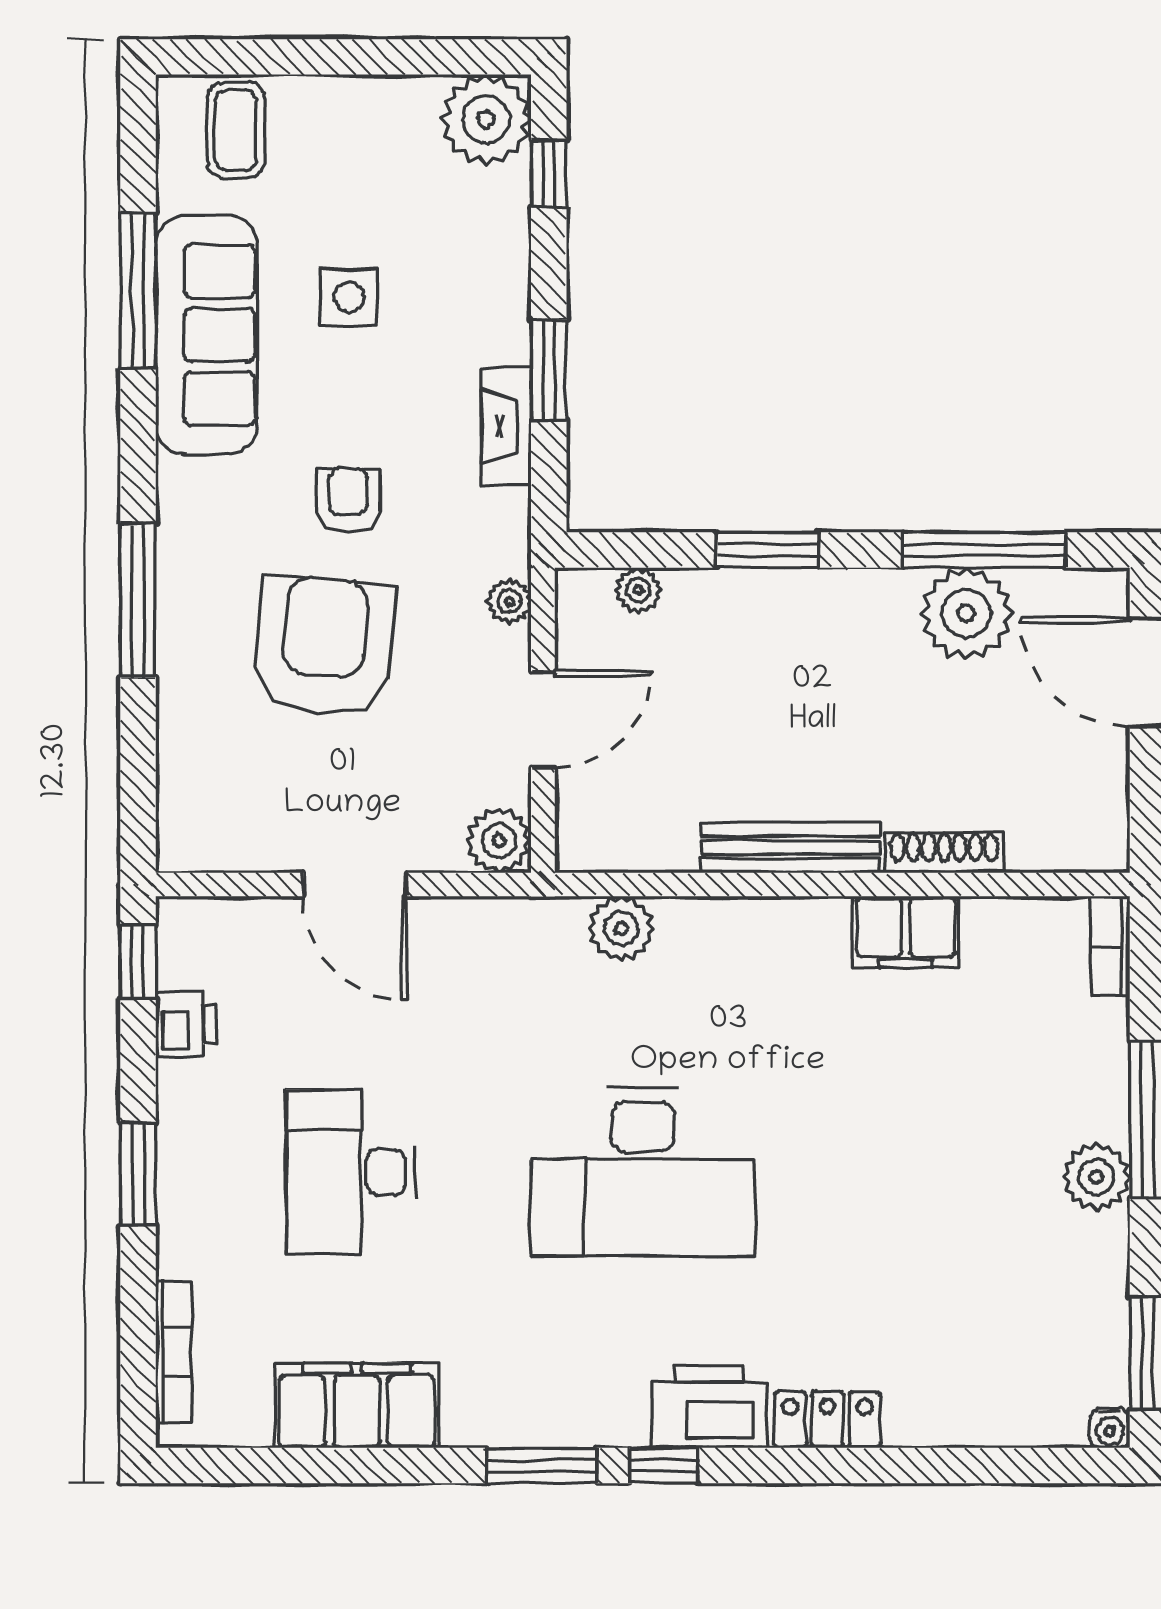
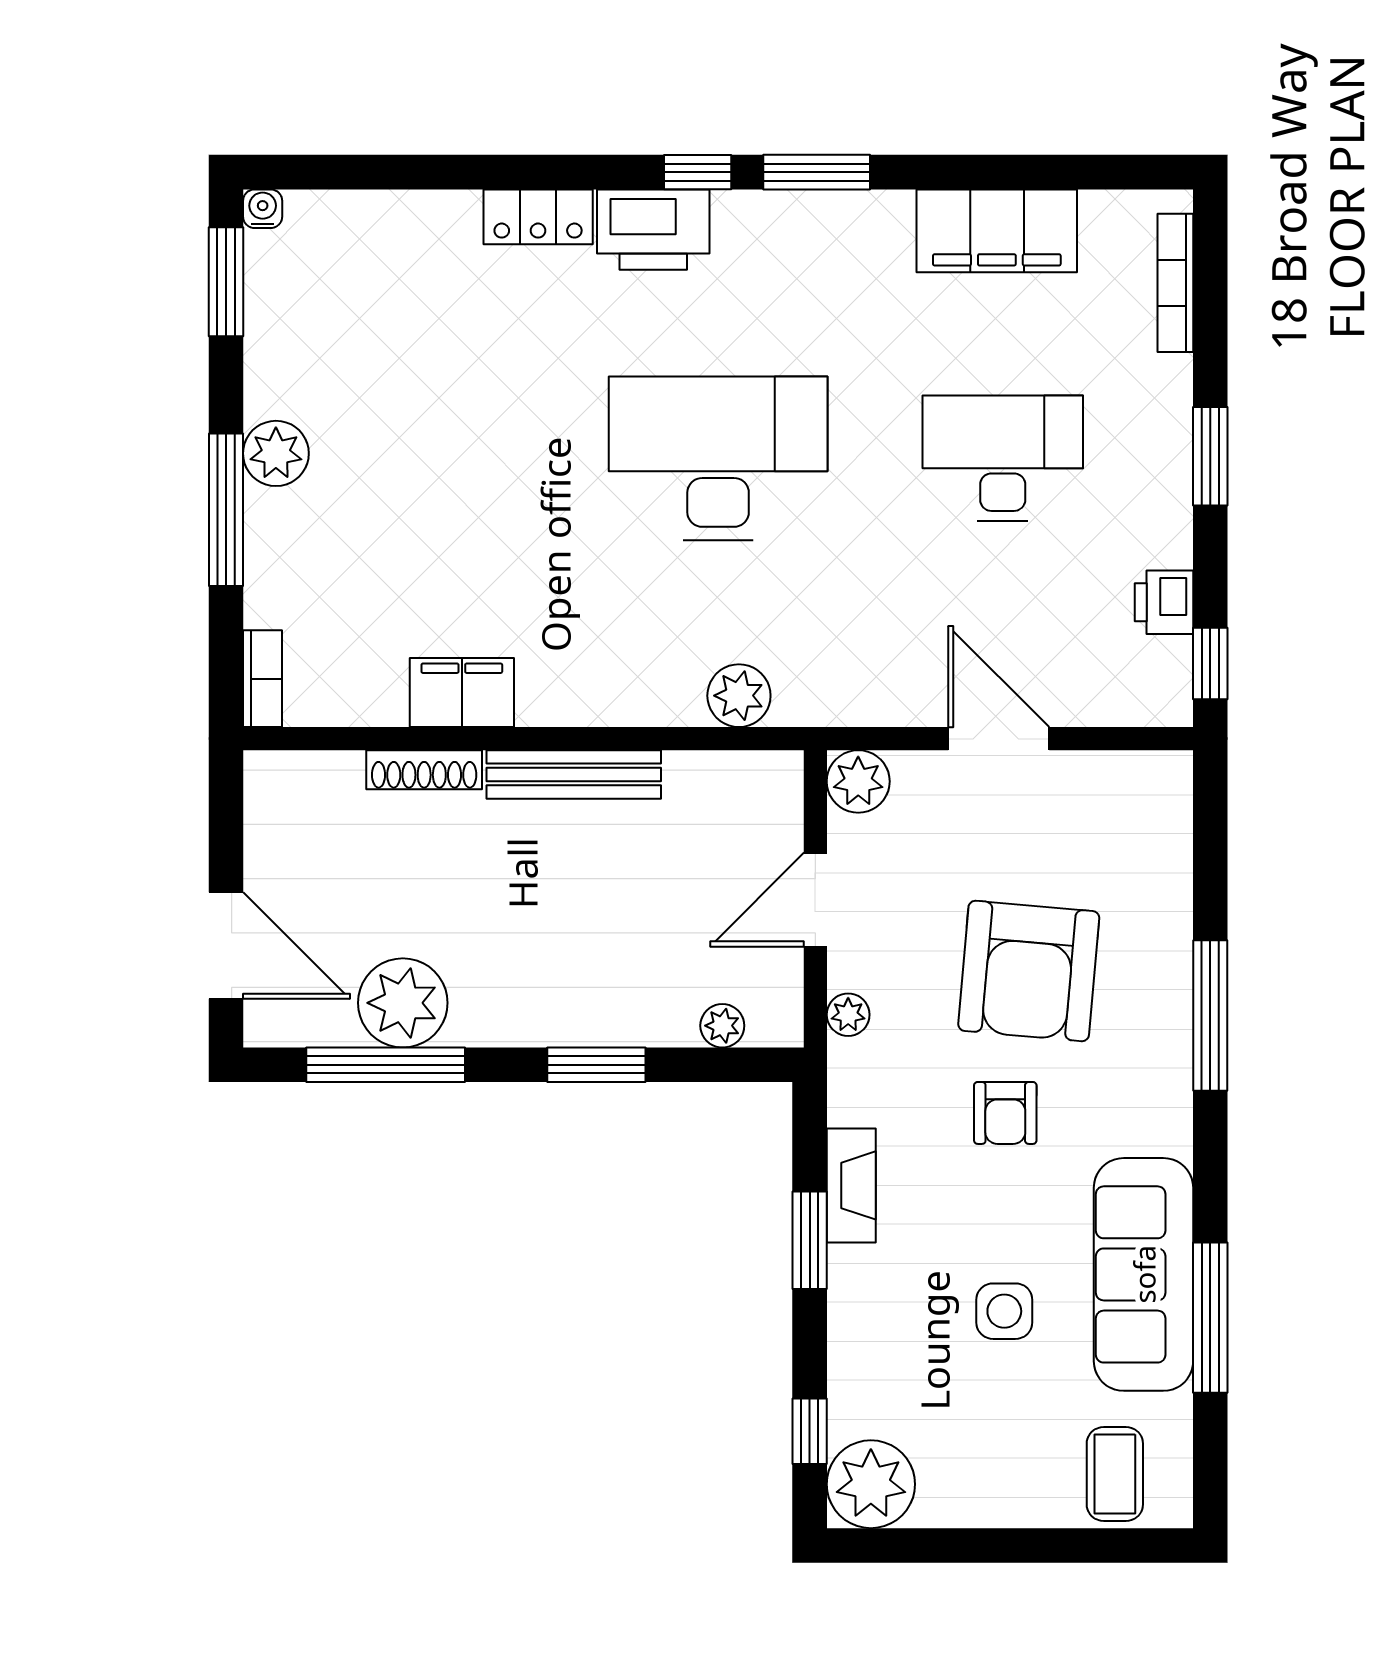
desk: (351, 1172) -> (1003, 458), turned -90

